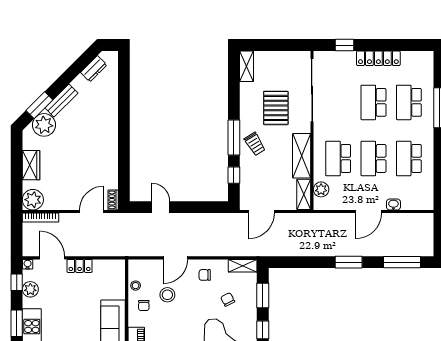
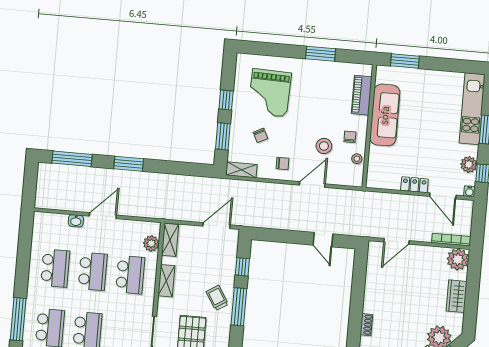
shelving: (302, 156) -> (166, 281), width x0.67, depth x0.75
shoe rack: (113, 200) -> (366, 325), moved

